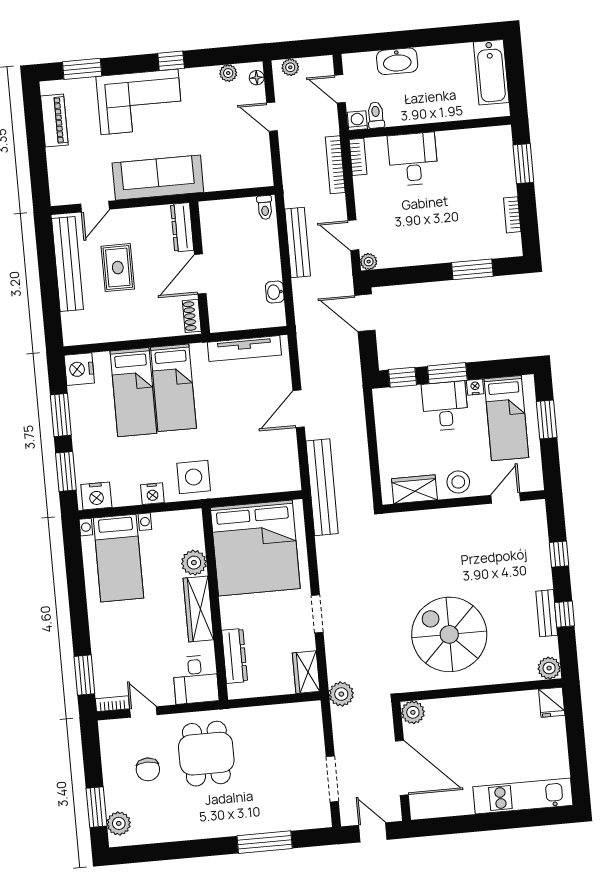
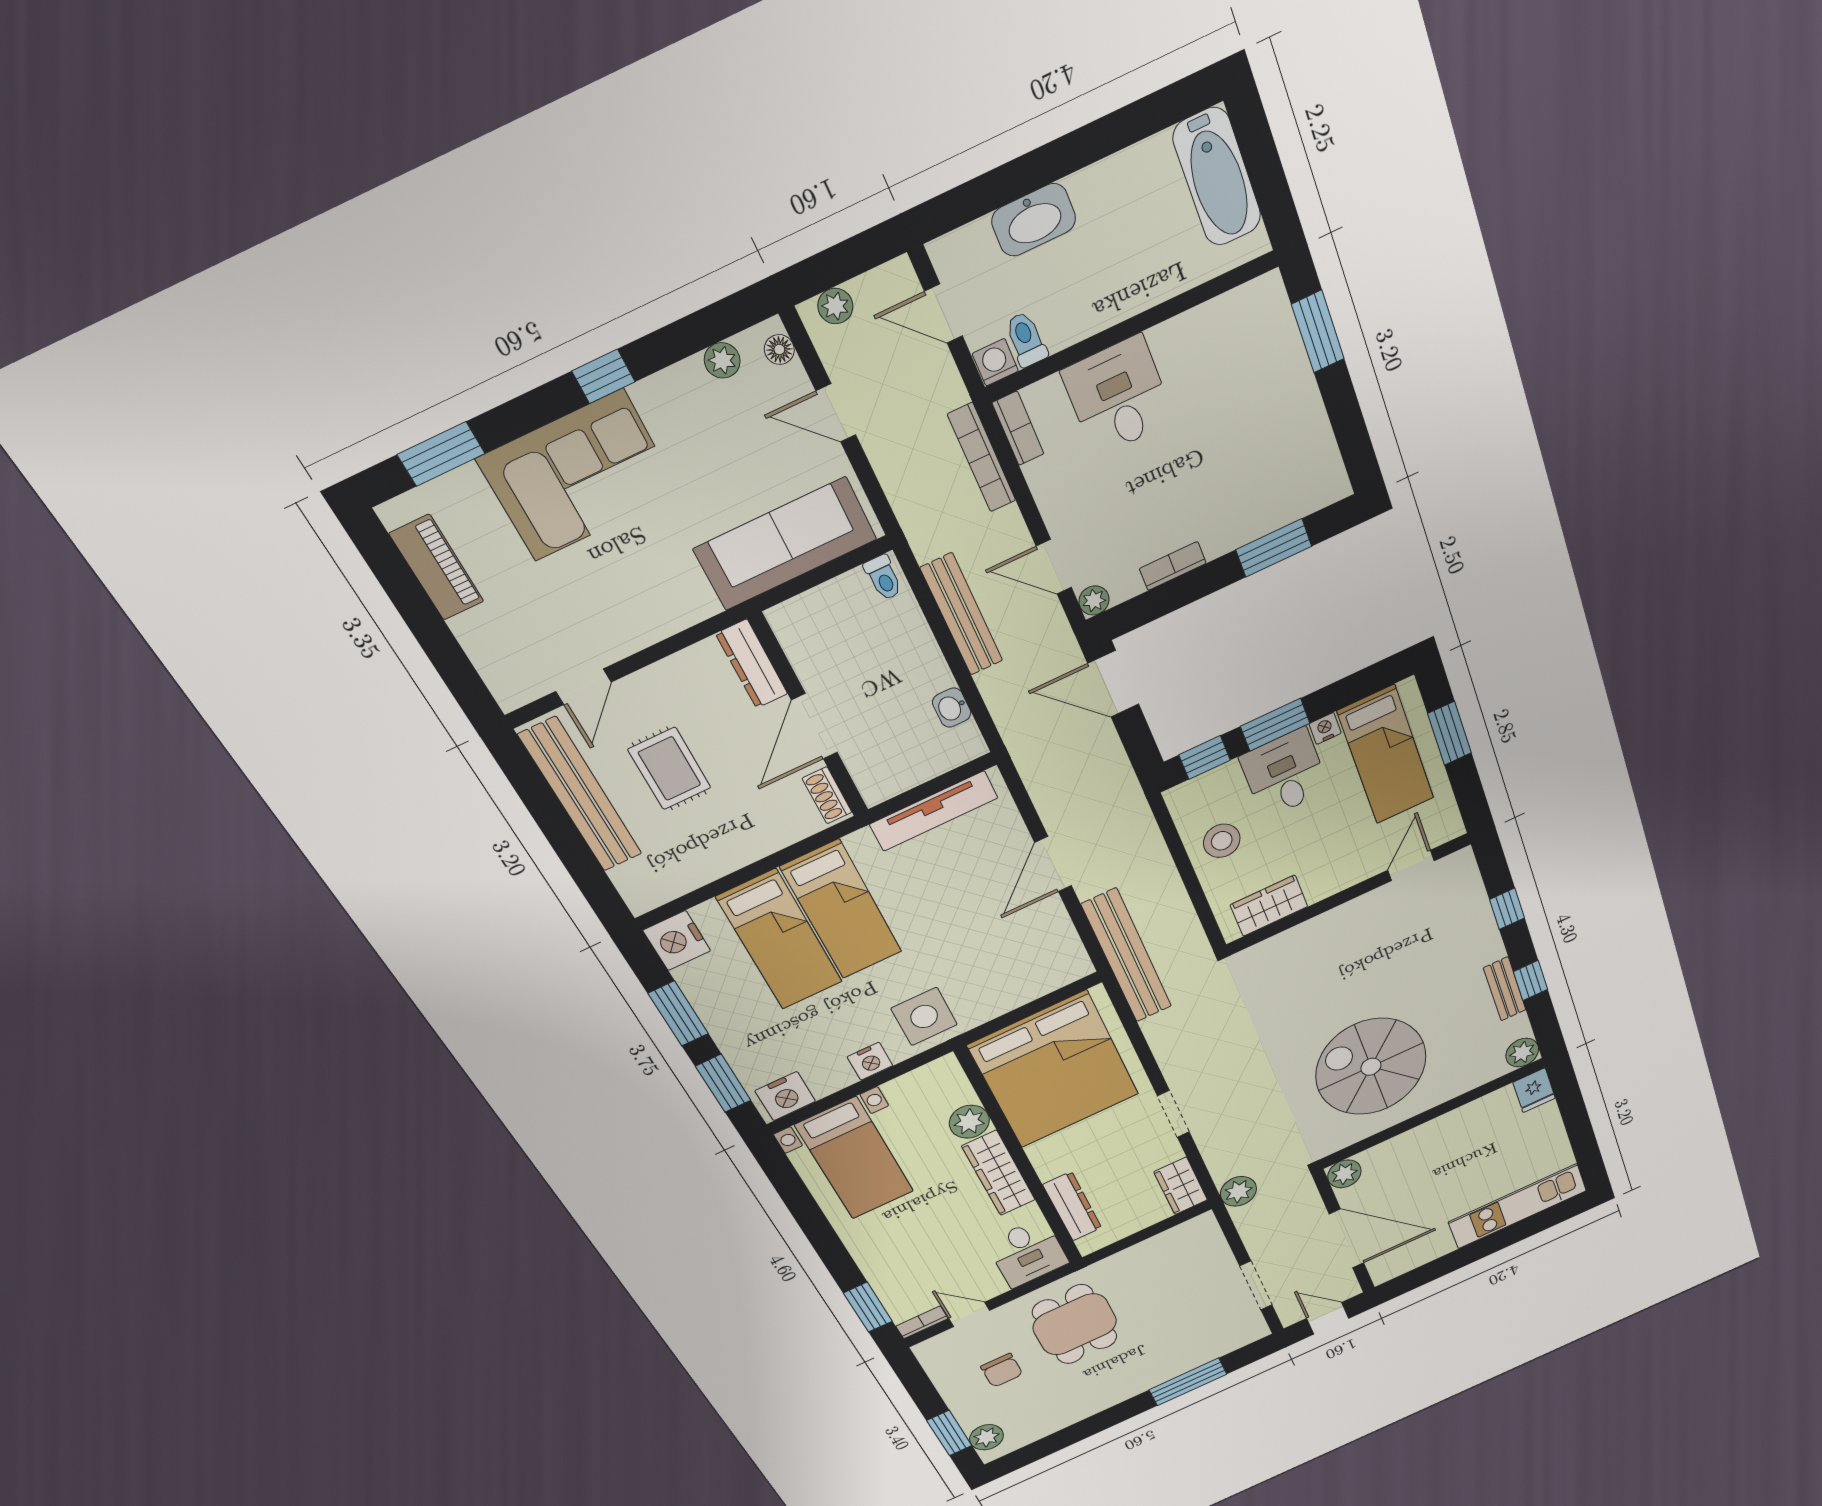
sofa: (158, 178) -> (785, 544), moved
bookcase: (512, 215) -> (1173, 566), moved, turned 90
stool: (458, 482) -> (1222, 841), moved

